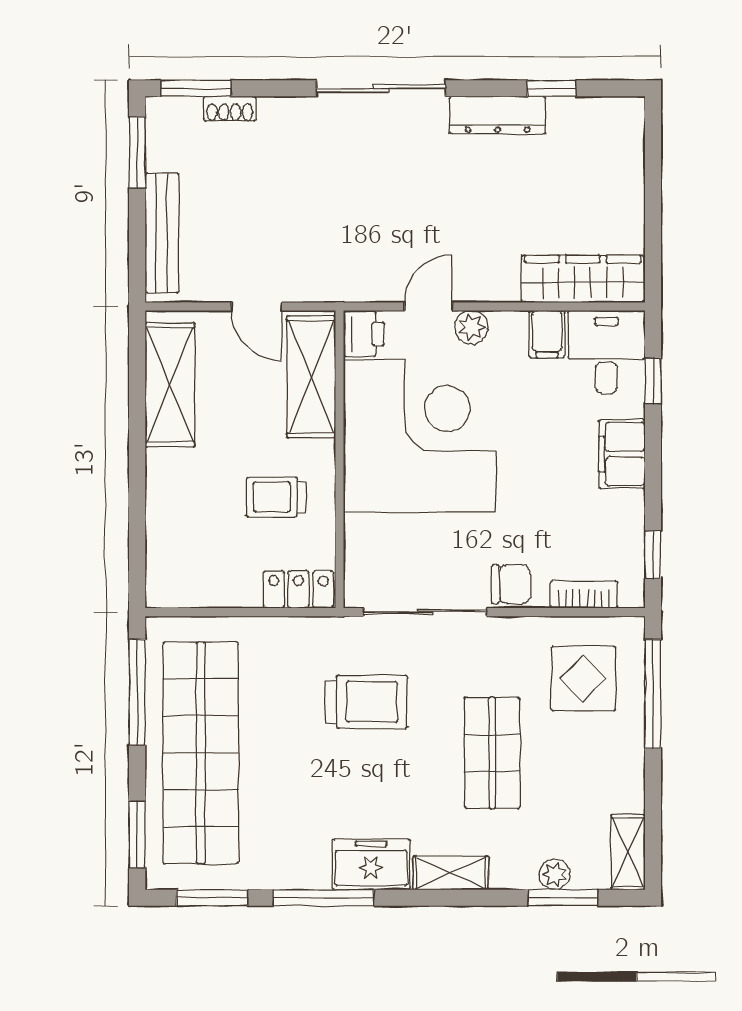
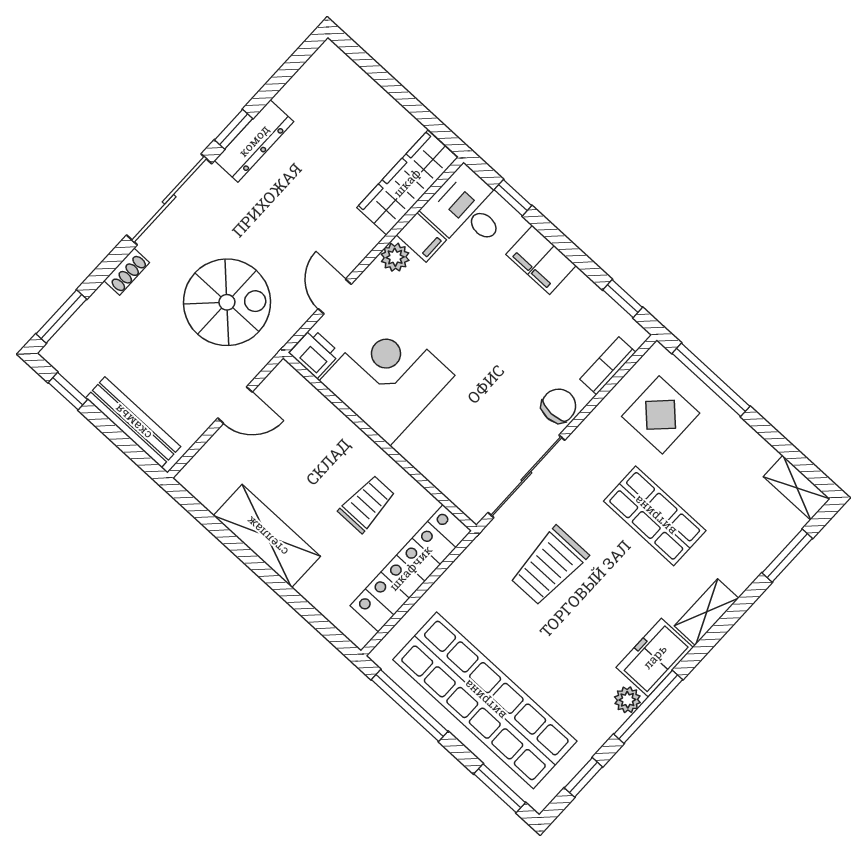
window: (552, 88) -> (234, 129), moved
shoe rack: (230, 109) -> (127, 272), moved
window: (137, 153) -> (68, 391), width x0.67
spiral stairs: (338, 219) -> (227, 302), added
plant: (471, 327) -> (395, 257), moved
shelving: (311, 377) -> (311, 412), removed
shelving: (170, 385) -> (267, 536), moved
corner desk: (420, 436) -> (387, 378), width x0.74, depth x0.74
trolley: (276, 497) -> (367, 504), turned 180
locker: (298, 589) -> (411, 568), width x2.16, depth x1.21
trolley: (366, 702) -> (549, 566), turned 180
plant: (555, 874) -> (627, 700), moved
window: (212, 898) -> (583, 777), width x0.67

